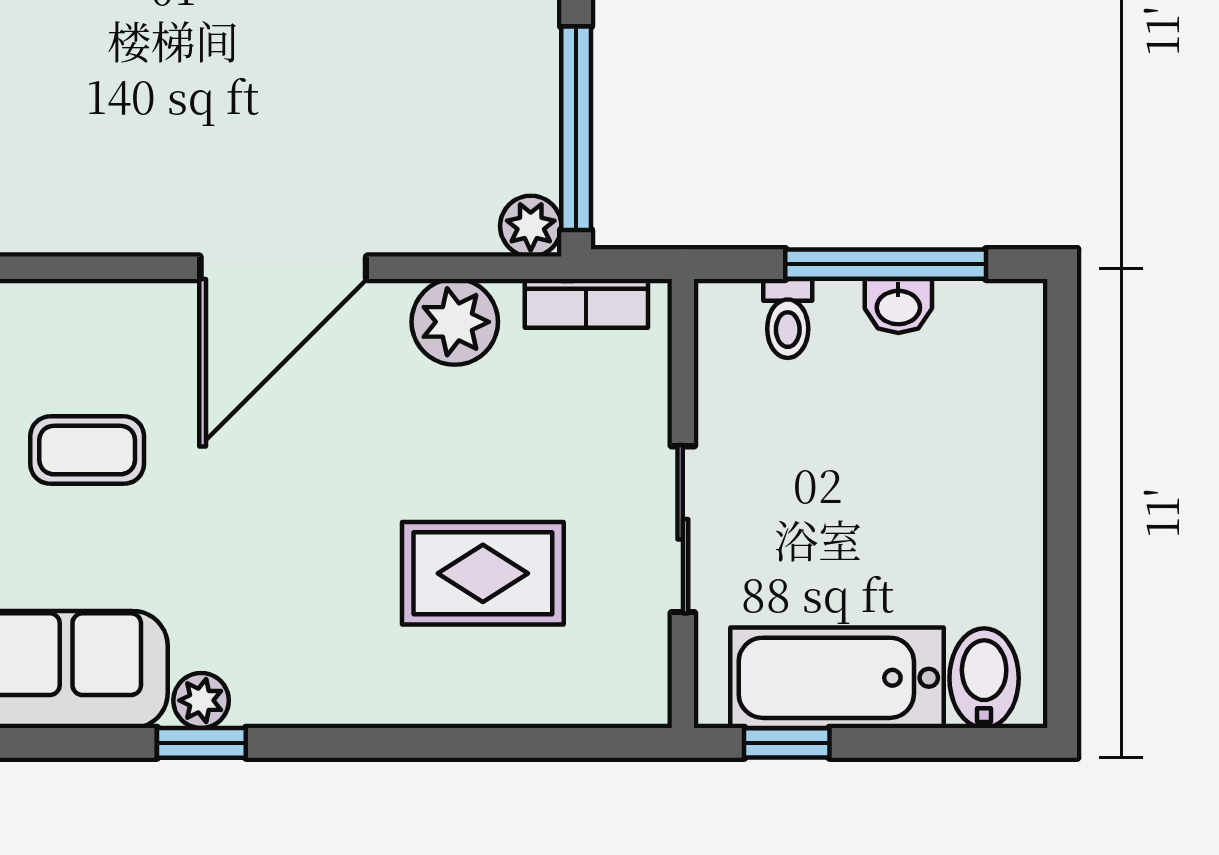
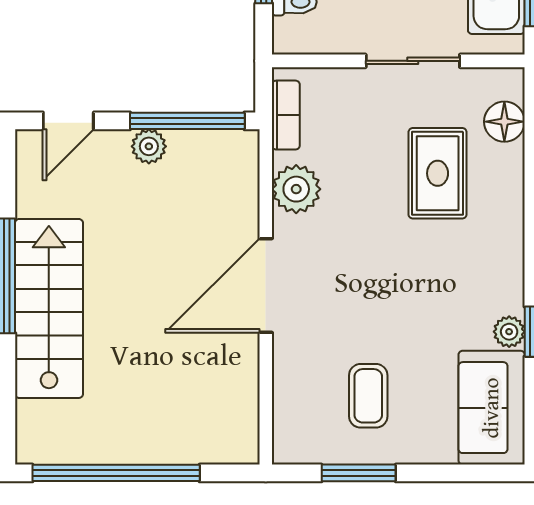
plant: (531, 226) -> (149, 146), moved
door: (283, 268) -> (266, 286), swing flipped
floor lamp: (575, 692) -> (504, 122), added

